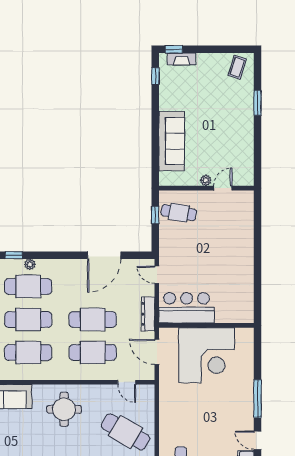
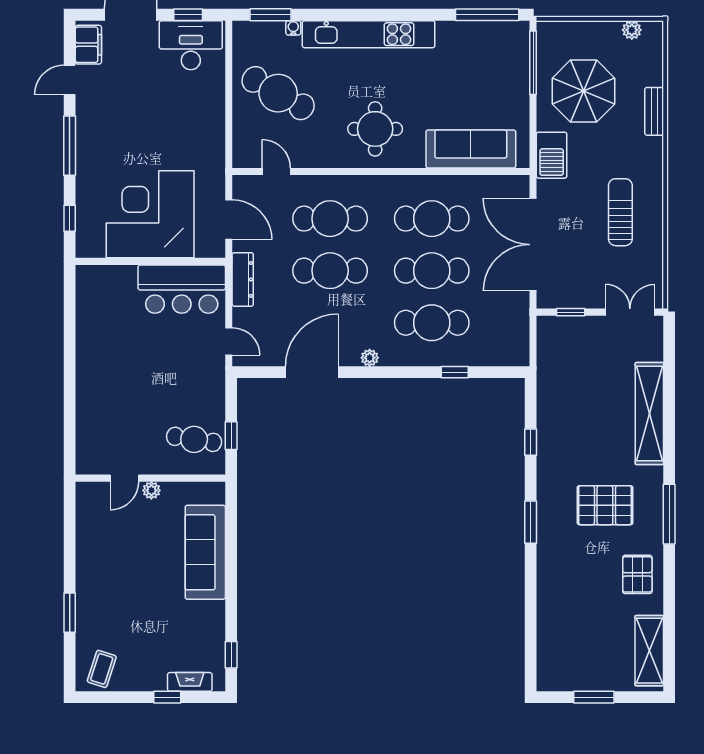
window: (174, 49) -> (167, 697), moved
plant: (30, 264) -> (370, 358), moved
window: (258, 353) -> (70, 218), added
door: (258, 440) -> (70, 80), swing flipped

